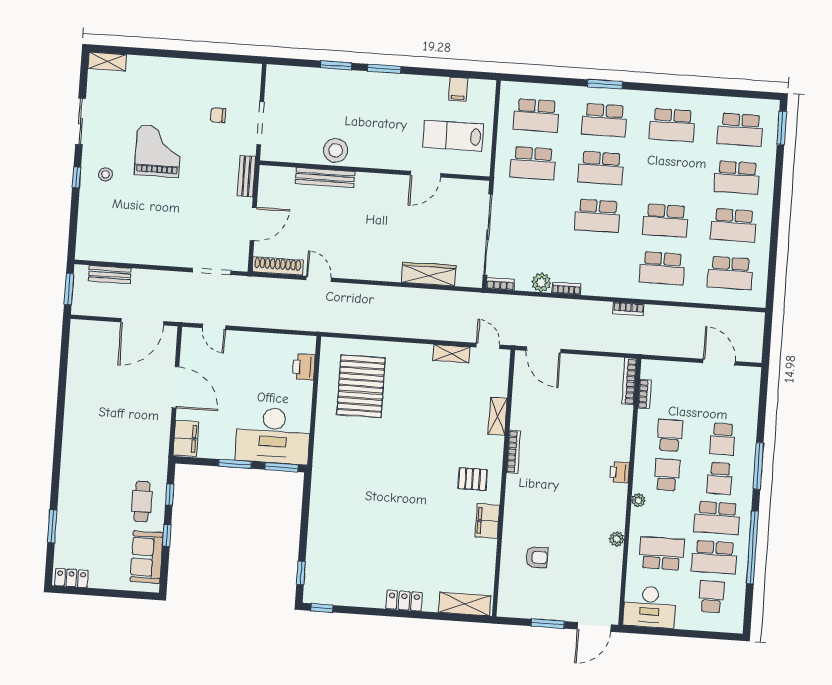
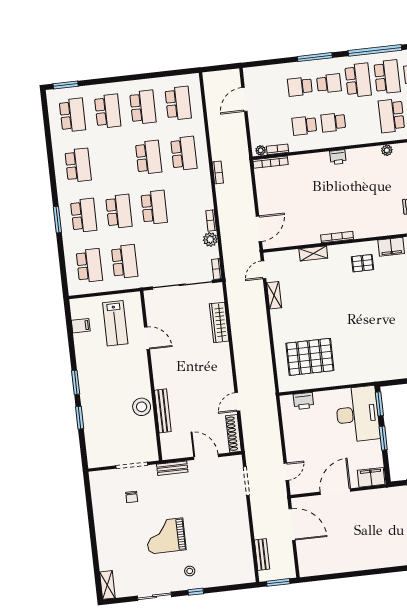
school desk: (723, 439) -> (300, 87), turned 180
pallet: (473, 479) -> (363, 263), turned 90
plant: (638, 500) -> (261, 150), moved

